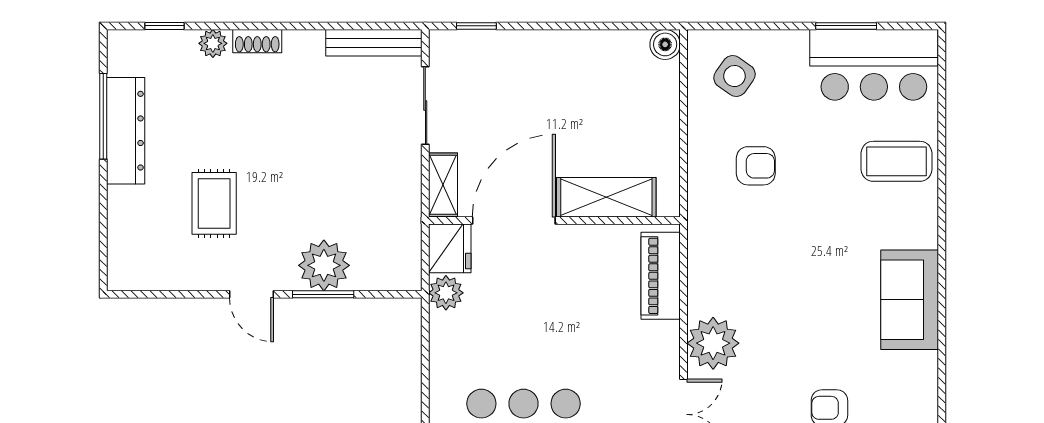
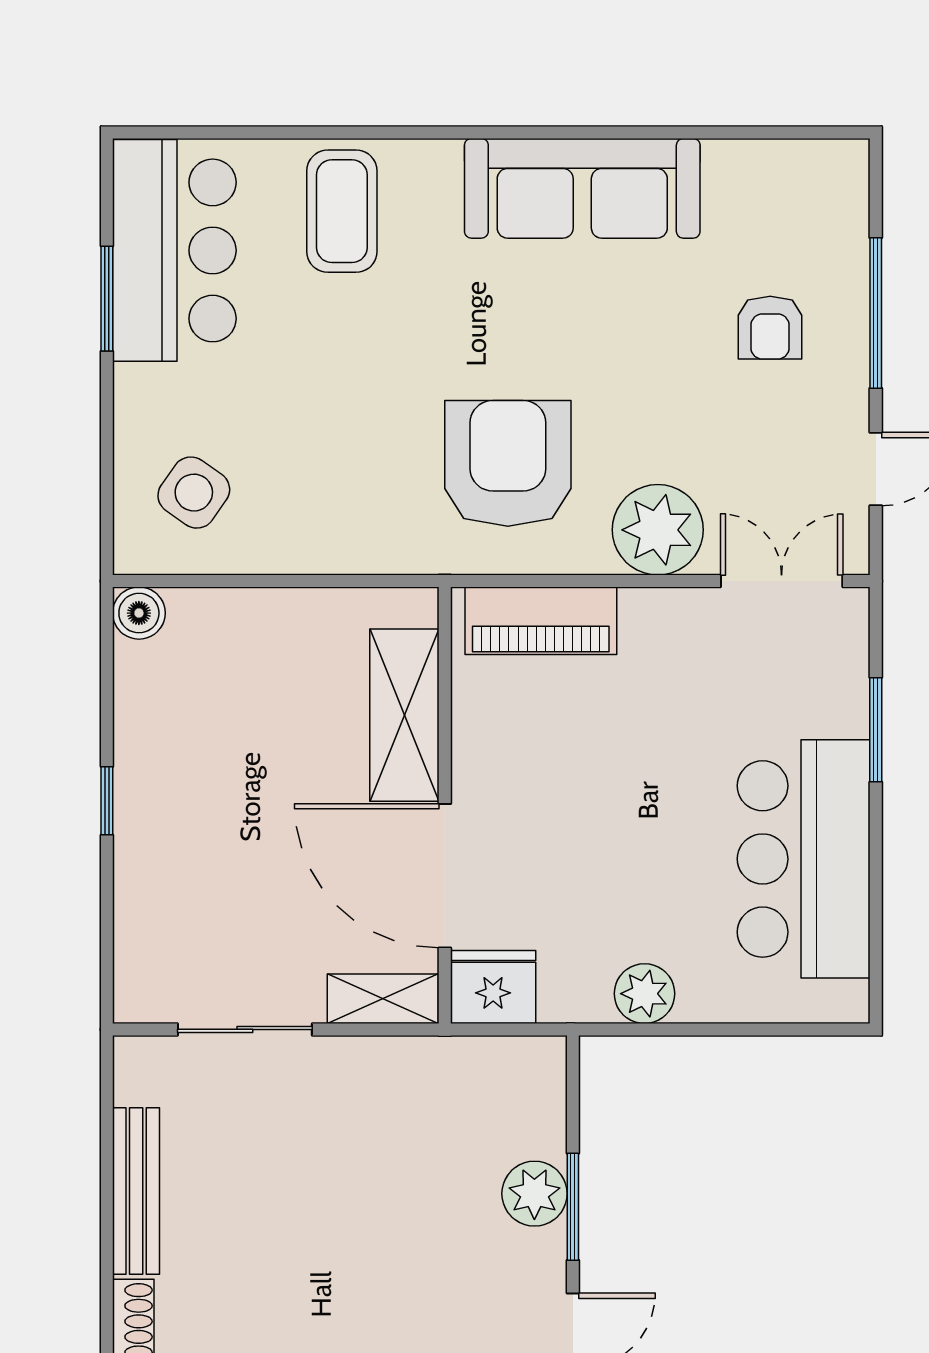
window: (476, 26) -> (107, 801), moved
bench: (374, 43) -> (136, 1191), moved
armchair: (756, 166) -> (508, 463), moved, width x1.88, depth x1.88
plant: (324, 265) -> (534, 1194), width x0.73, depth x0.73
plant: (446, 293) -> (644, 994), moved
sofa: (910, 300) -> (582, 188), width x1.36

